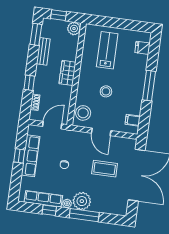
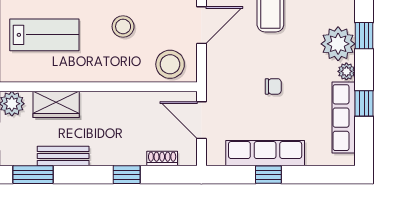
lab bench: (107, 50) -> (44, 35), turned 180
wardrobe: (68, 73) -> (56, 104), moved
window: (84, 215) -> (364, 36), width x0.46

